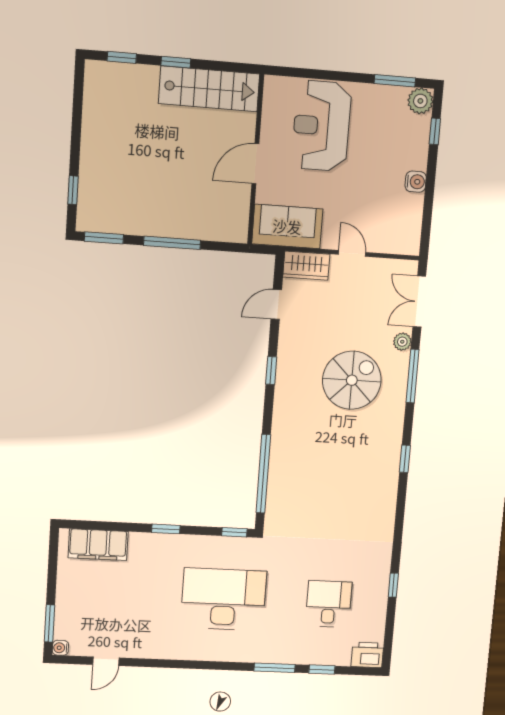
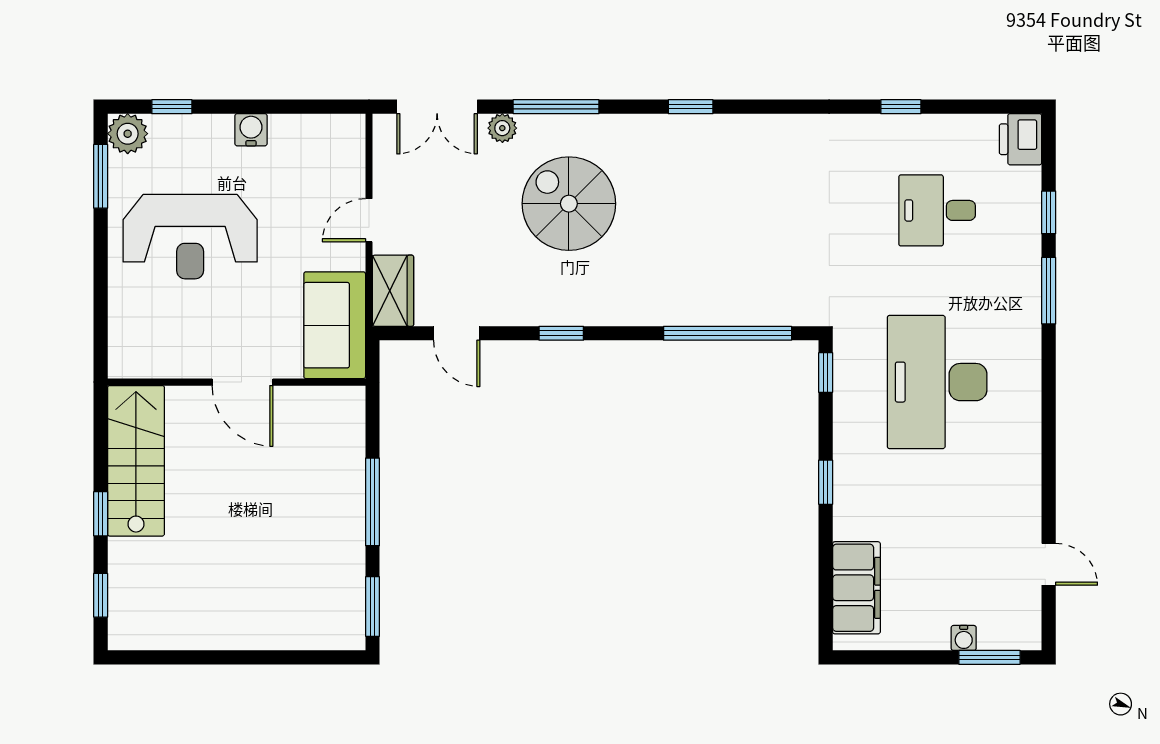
reception desk: (321, 126) -> (190, 237), moved
window: (73, 190) -> (304, 657), removed
water cooler: (60, 648) -> (964, 638), moved

